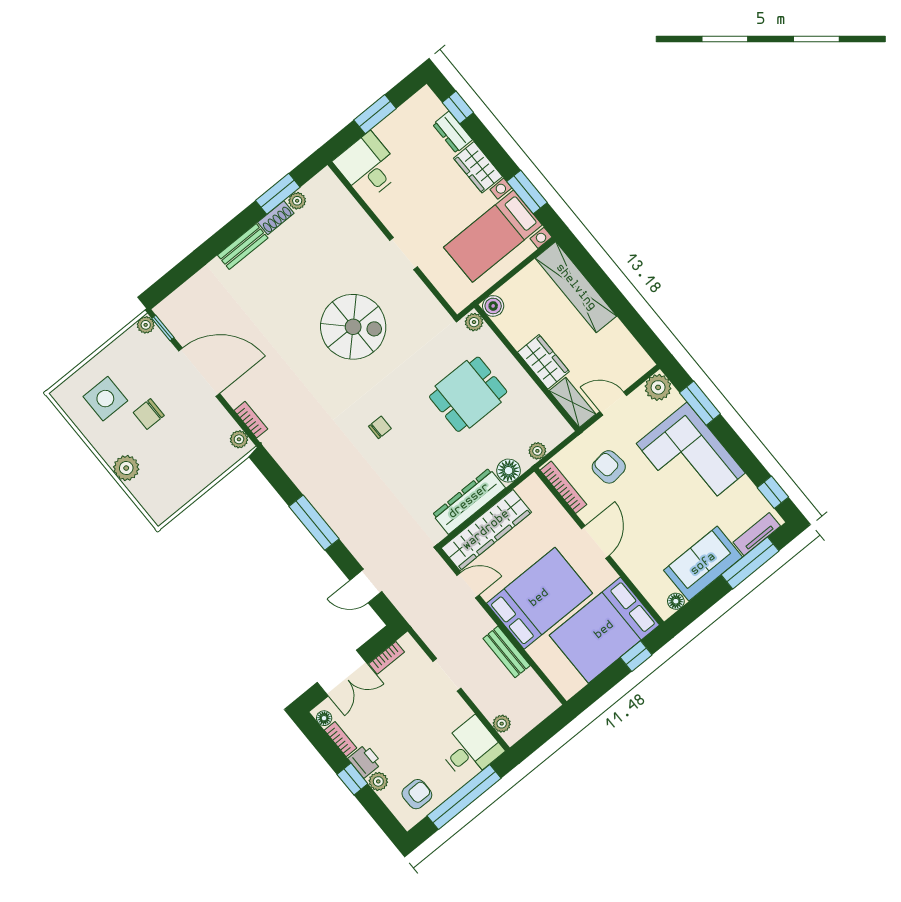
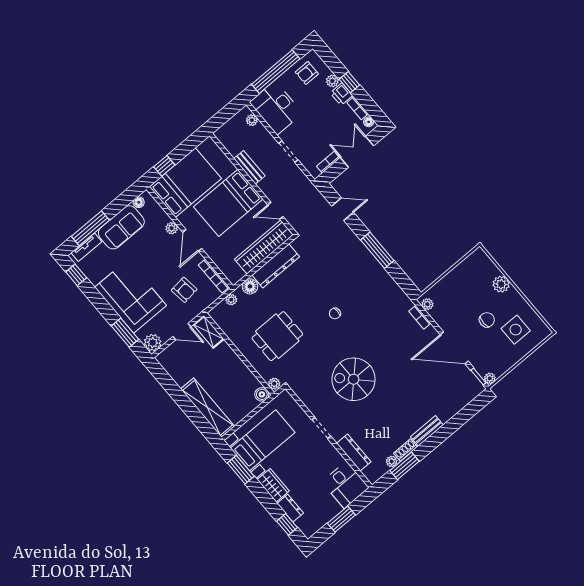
dresser: (354, 215) -> (354, 453), added
wardrobe: (543, 362) -> (228, 358), removed
plant: (626, 561) -> (172, 228), added
desk: (470, 749) -> (276, 108), width x1.37

